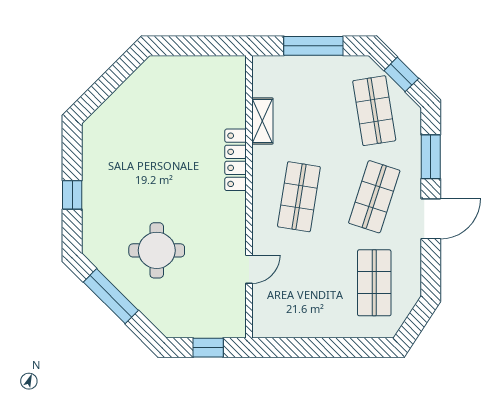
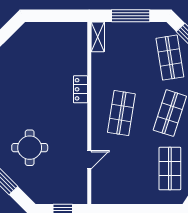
shelving: (262, 121) -> (98, 37), moved
locker: (236, 160) -> (80, 89), width x0.66

